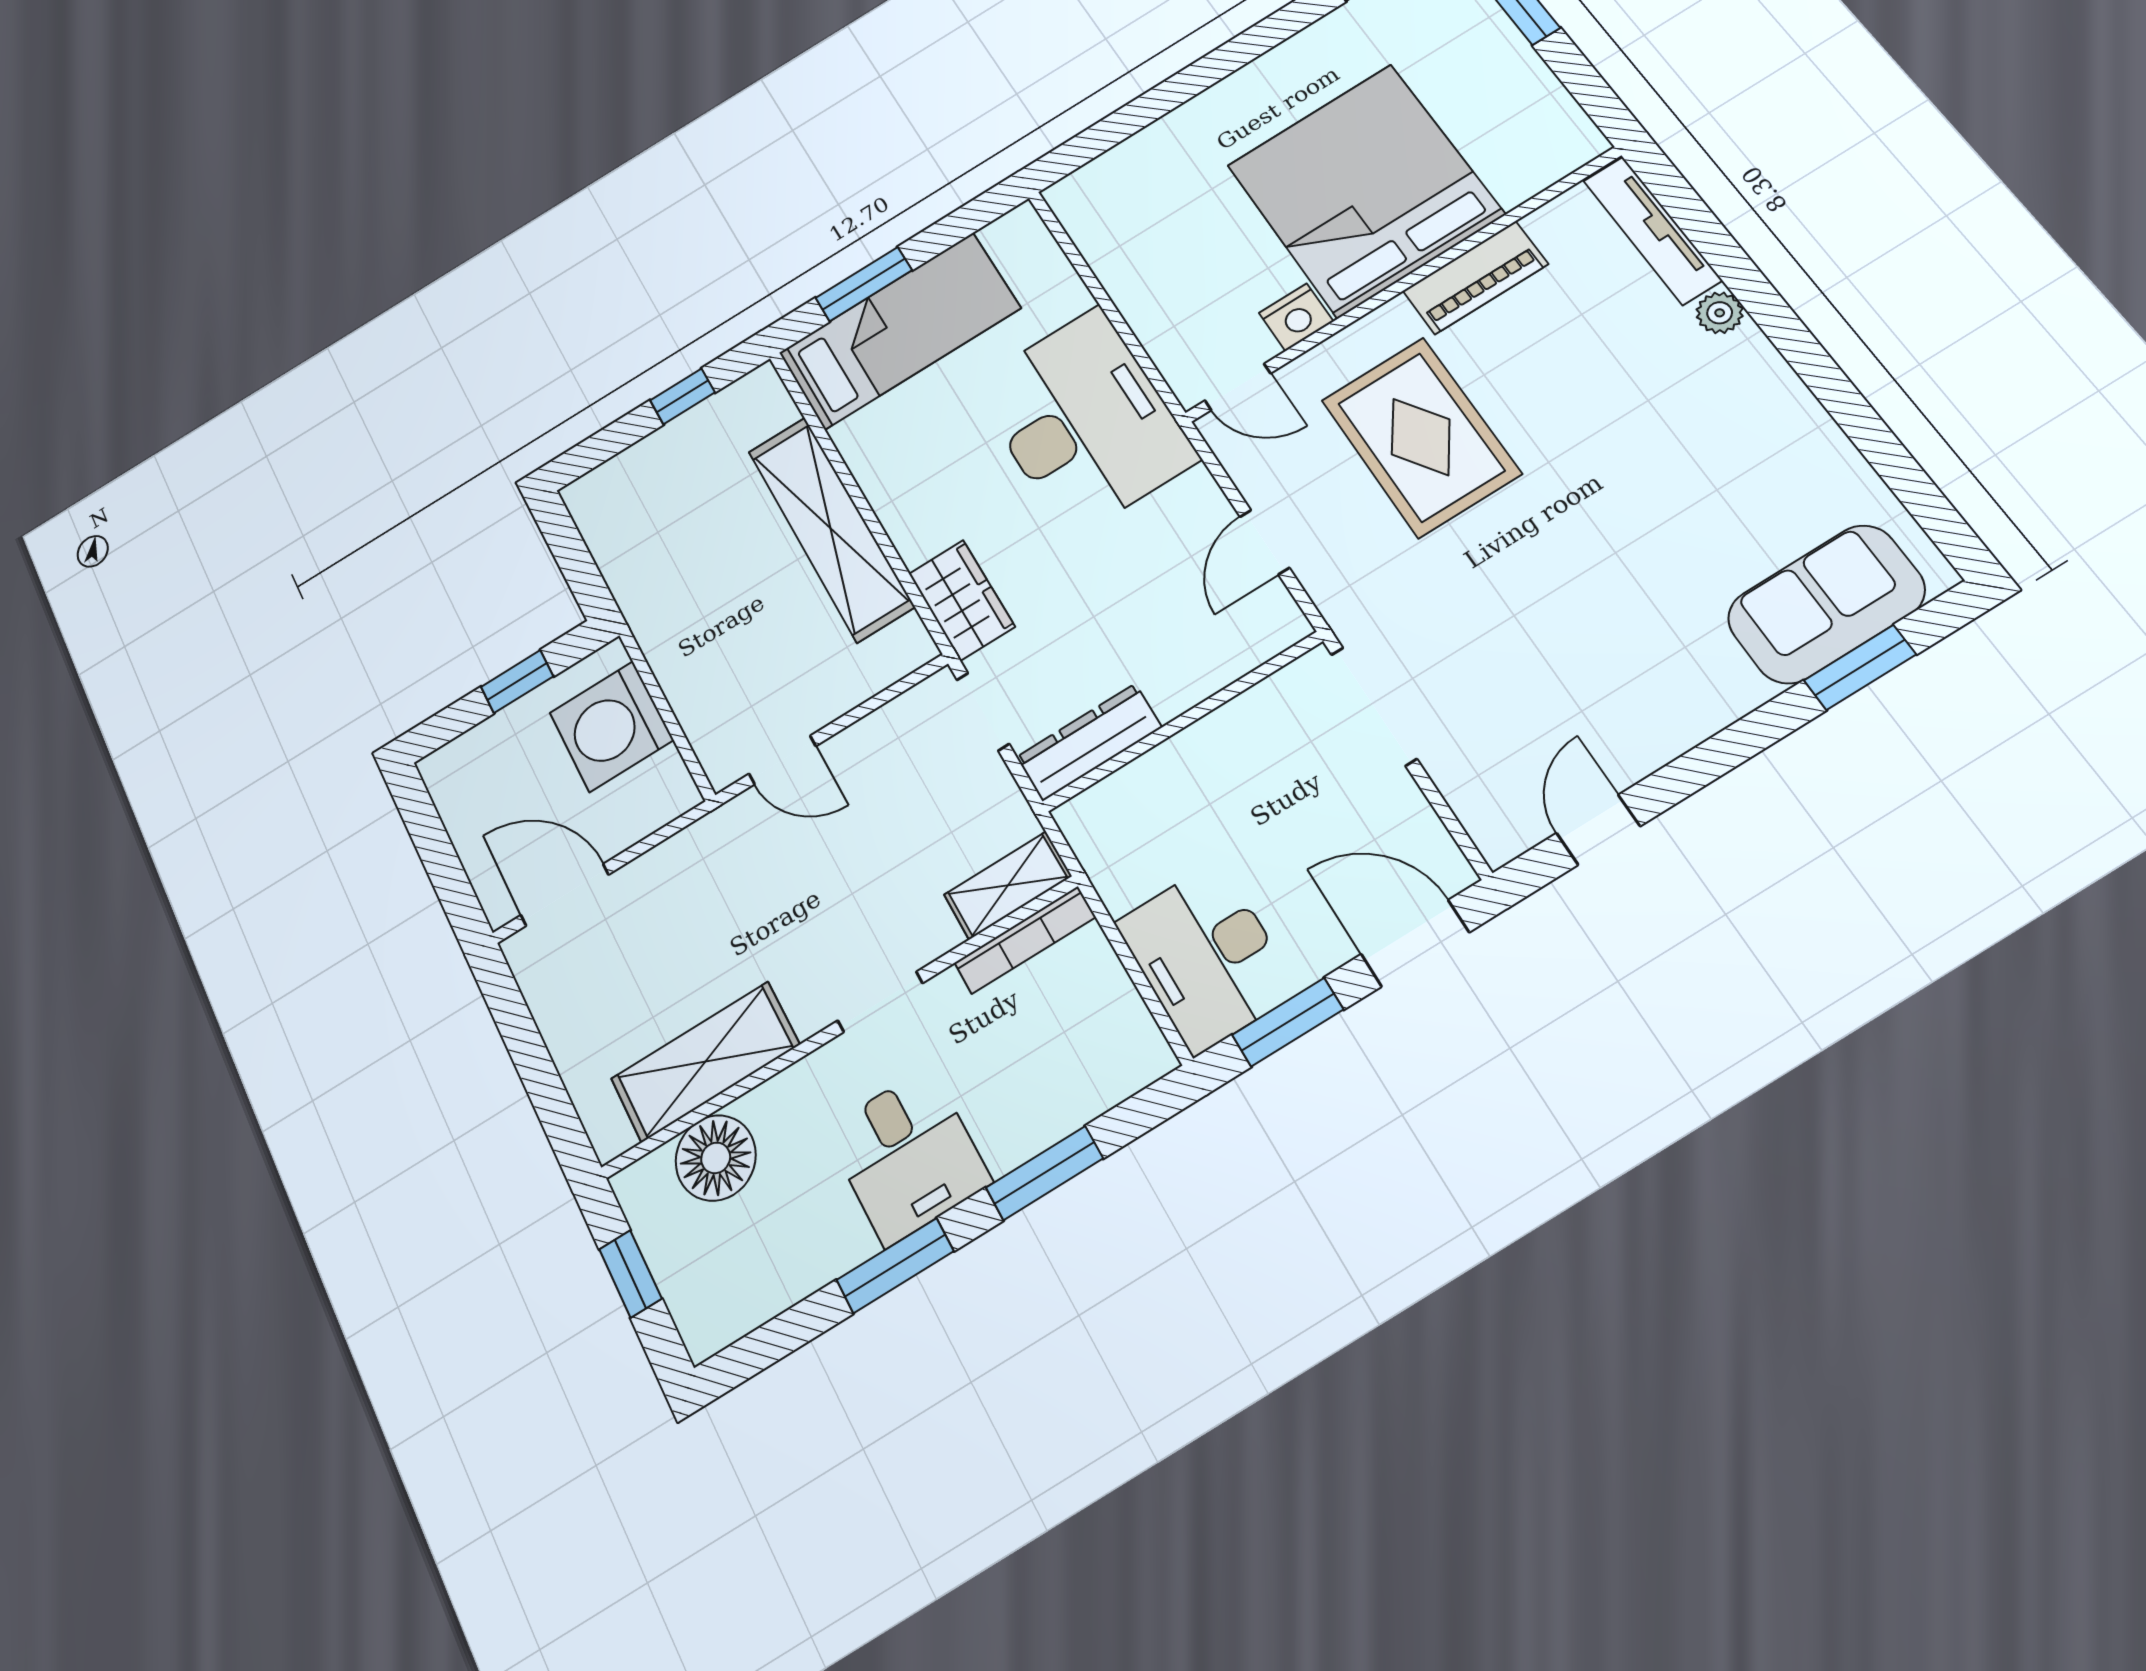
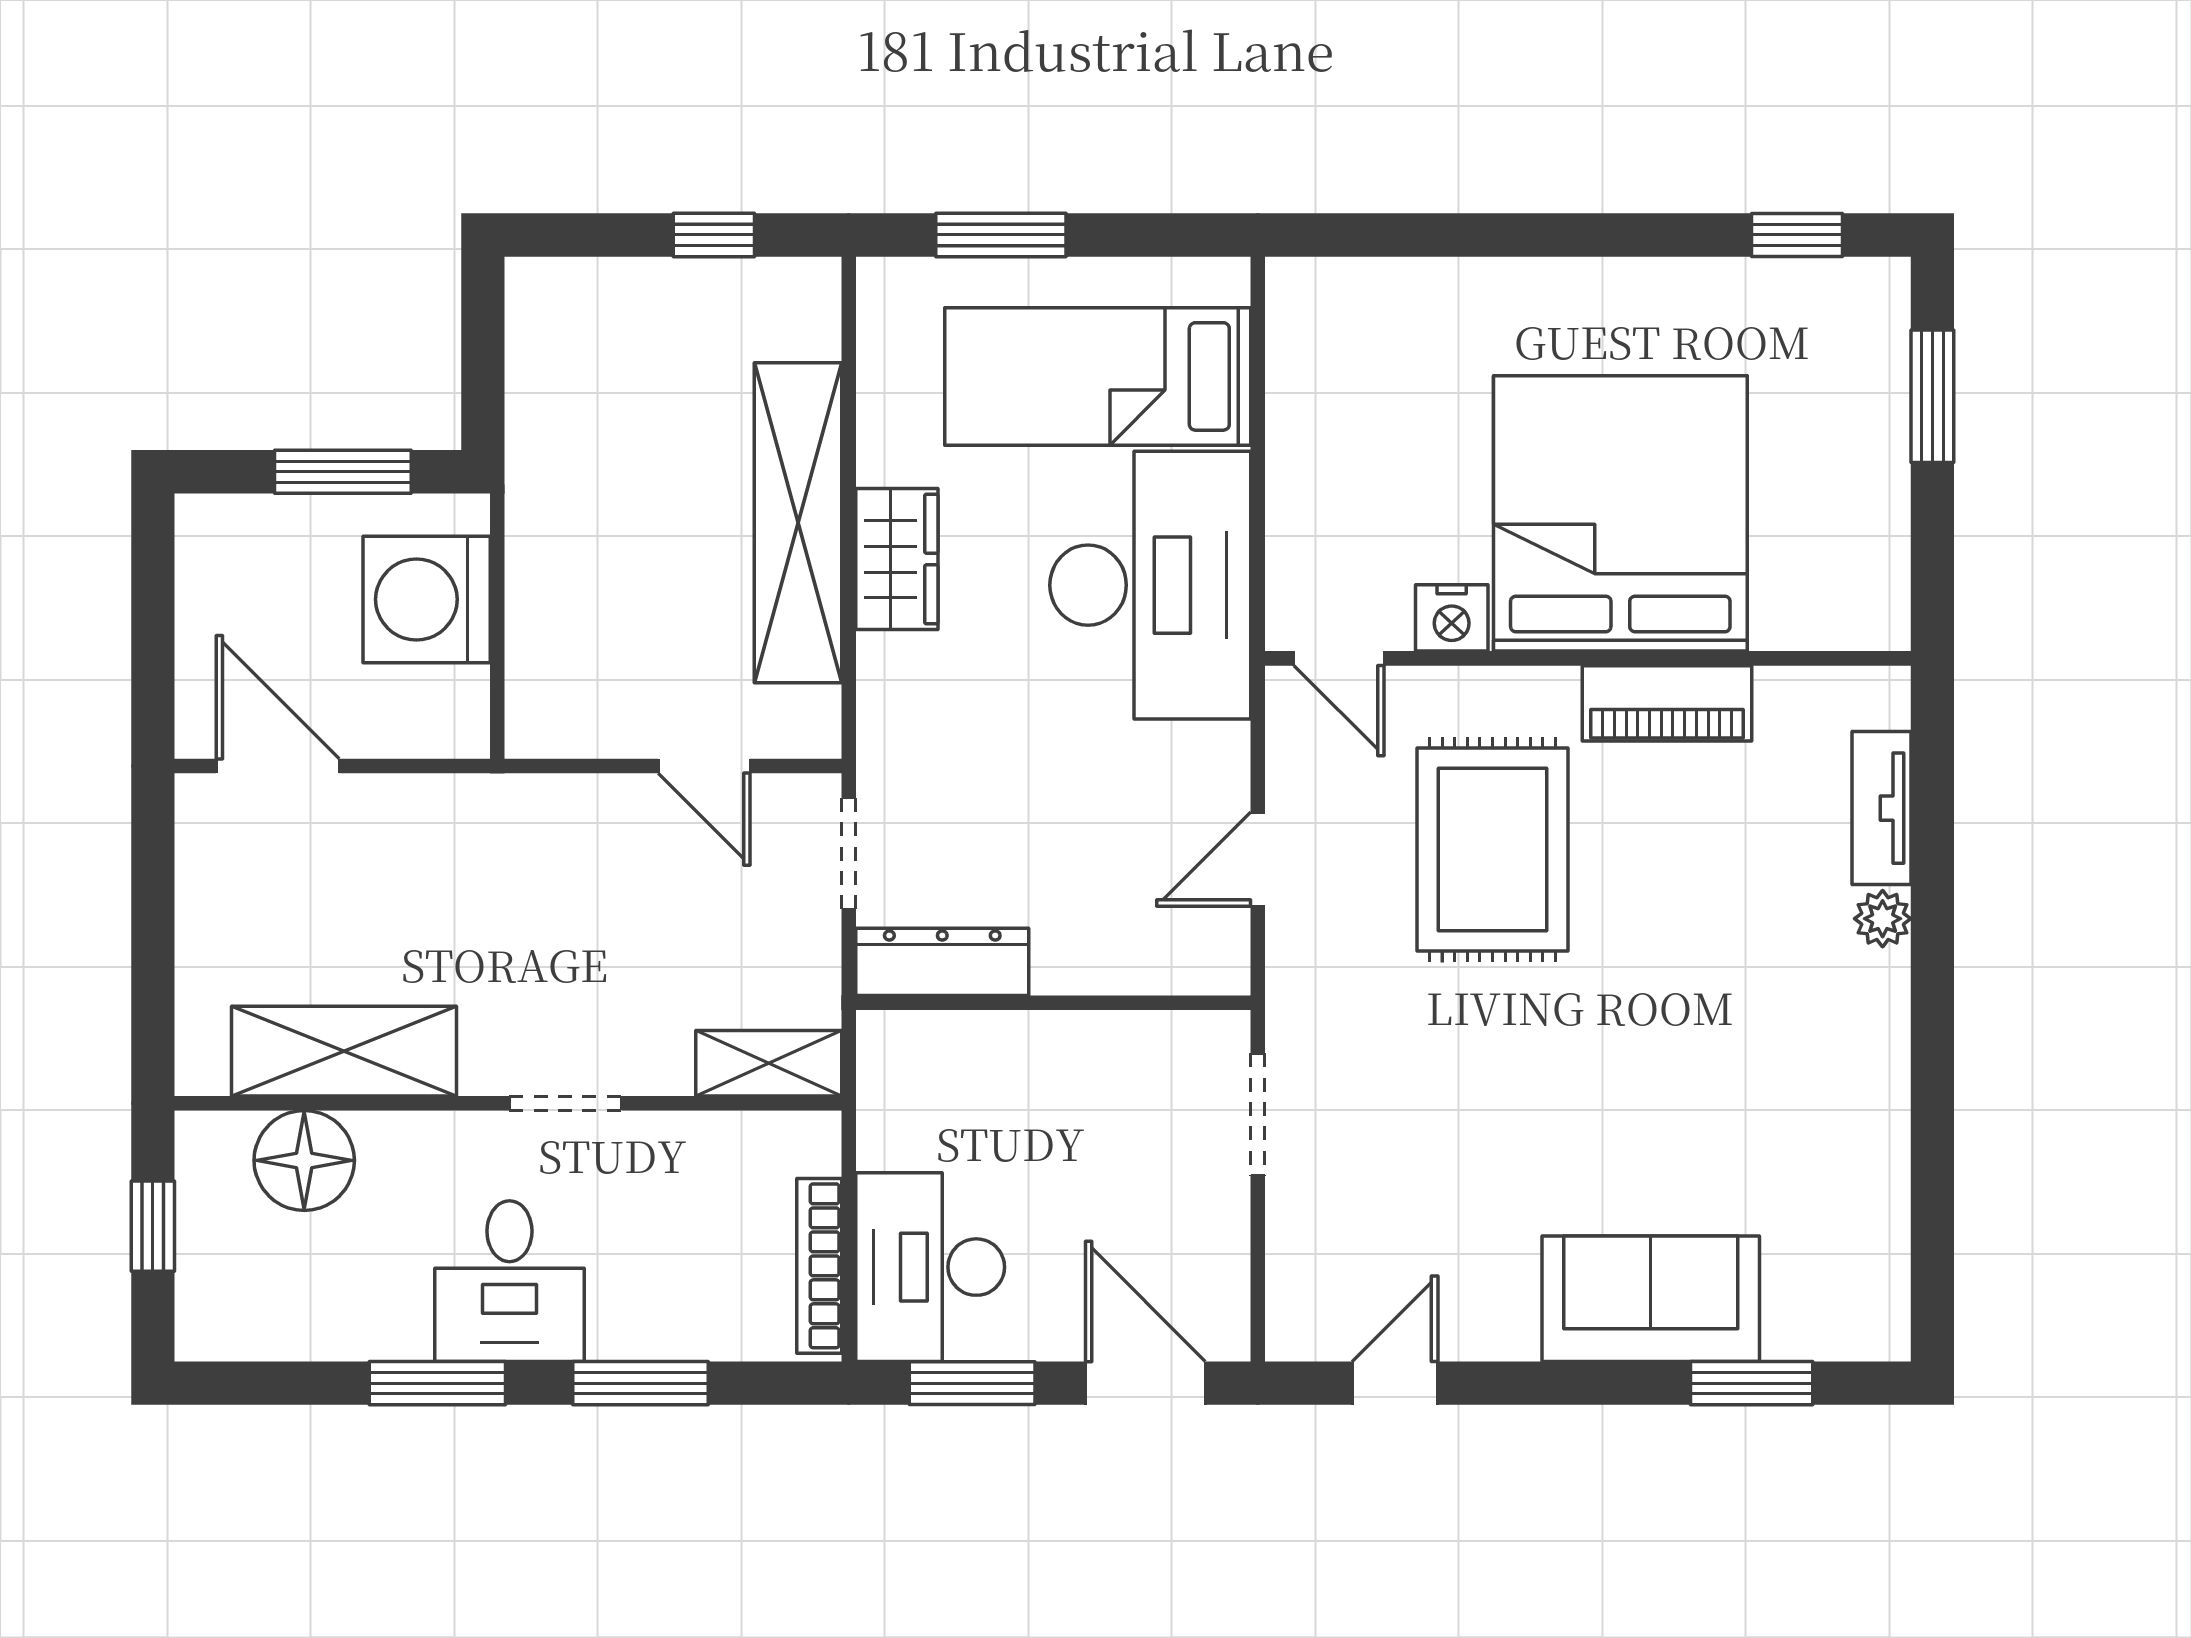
tv unit: (1652, 230) -> (1881, 808), width x0.71
bed: (899, 331) -> (1098, 376), moved, turned 180
wardrobe: (962, 600) -> (897, 559), moved
sofa: (1826, 604) -> (1651, 1299), moved
window: (517, 682) -> (343, 472), width x1.50
doorway: (1374, 706) -> (1258, 1114), width x0.73
door: (782, 760) -> (704, 766), moved
bookcase: (1025, 940) -> (819, 1266), moved, turned 90

